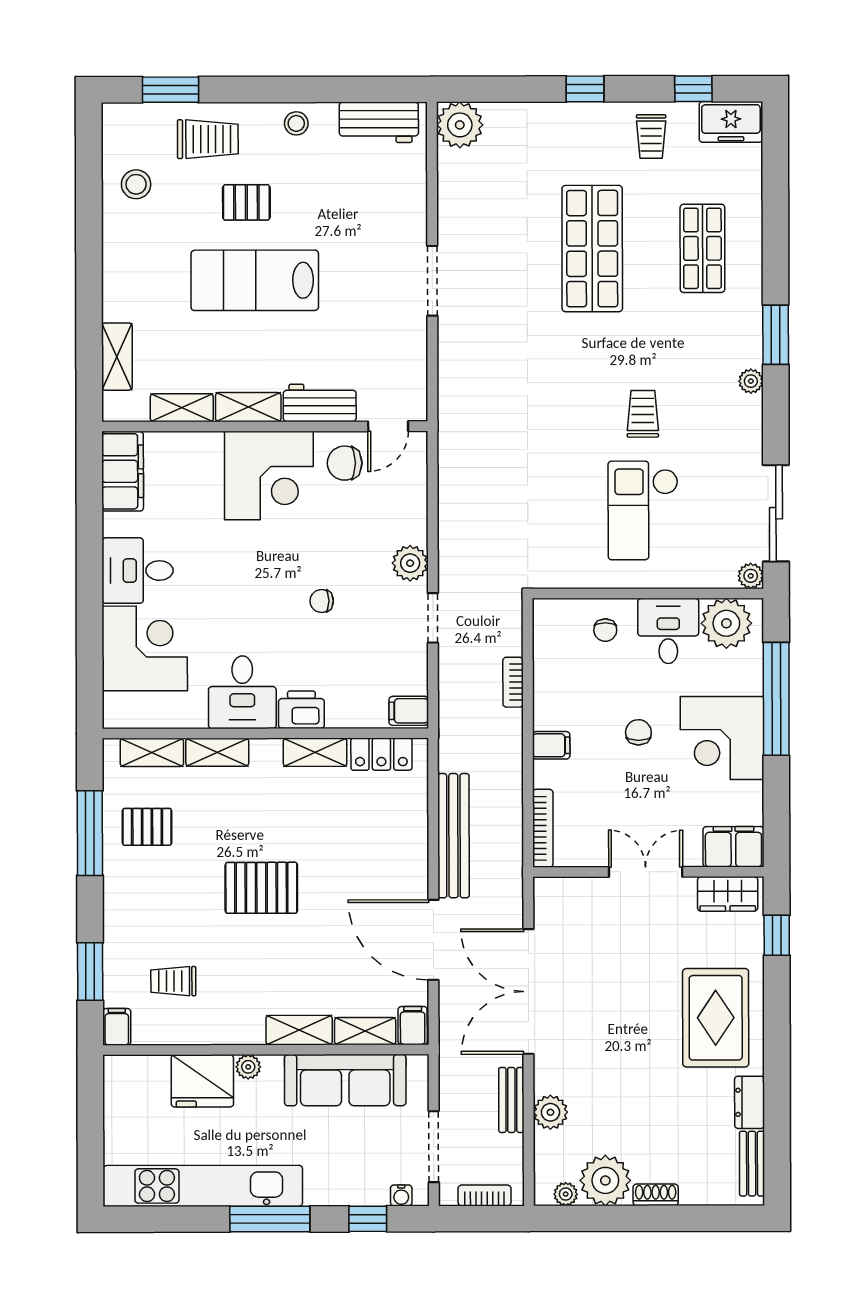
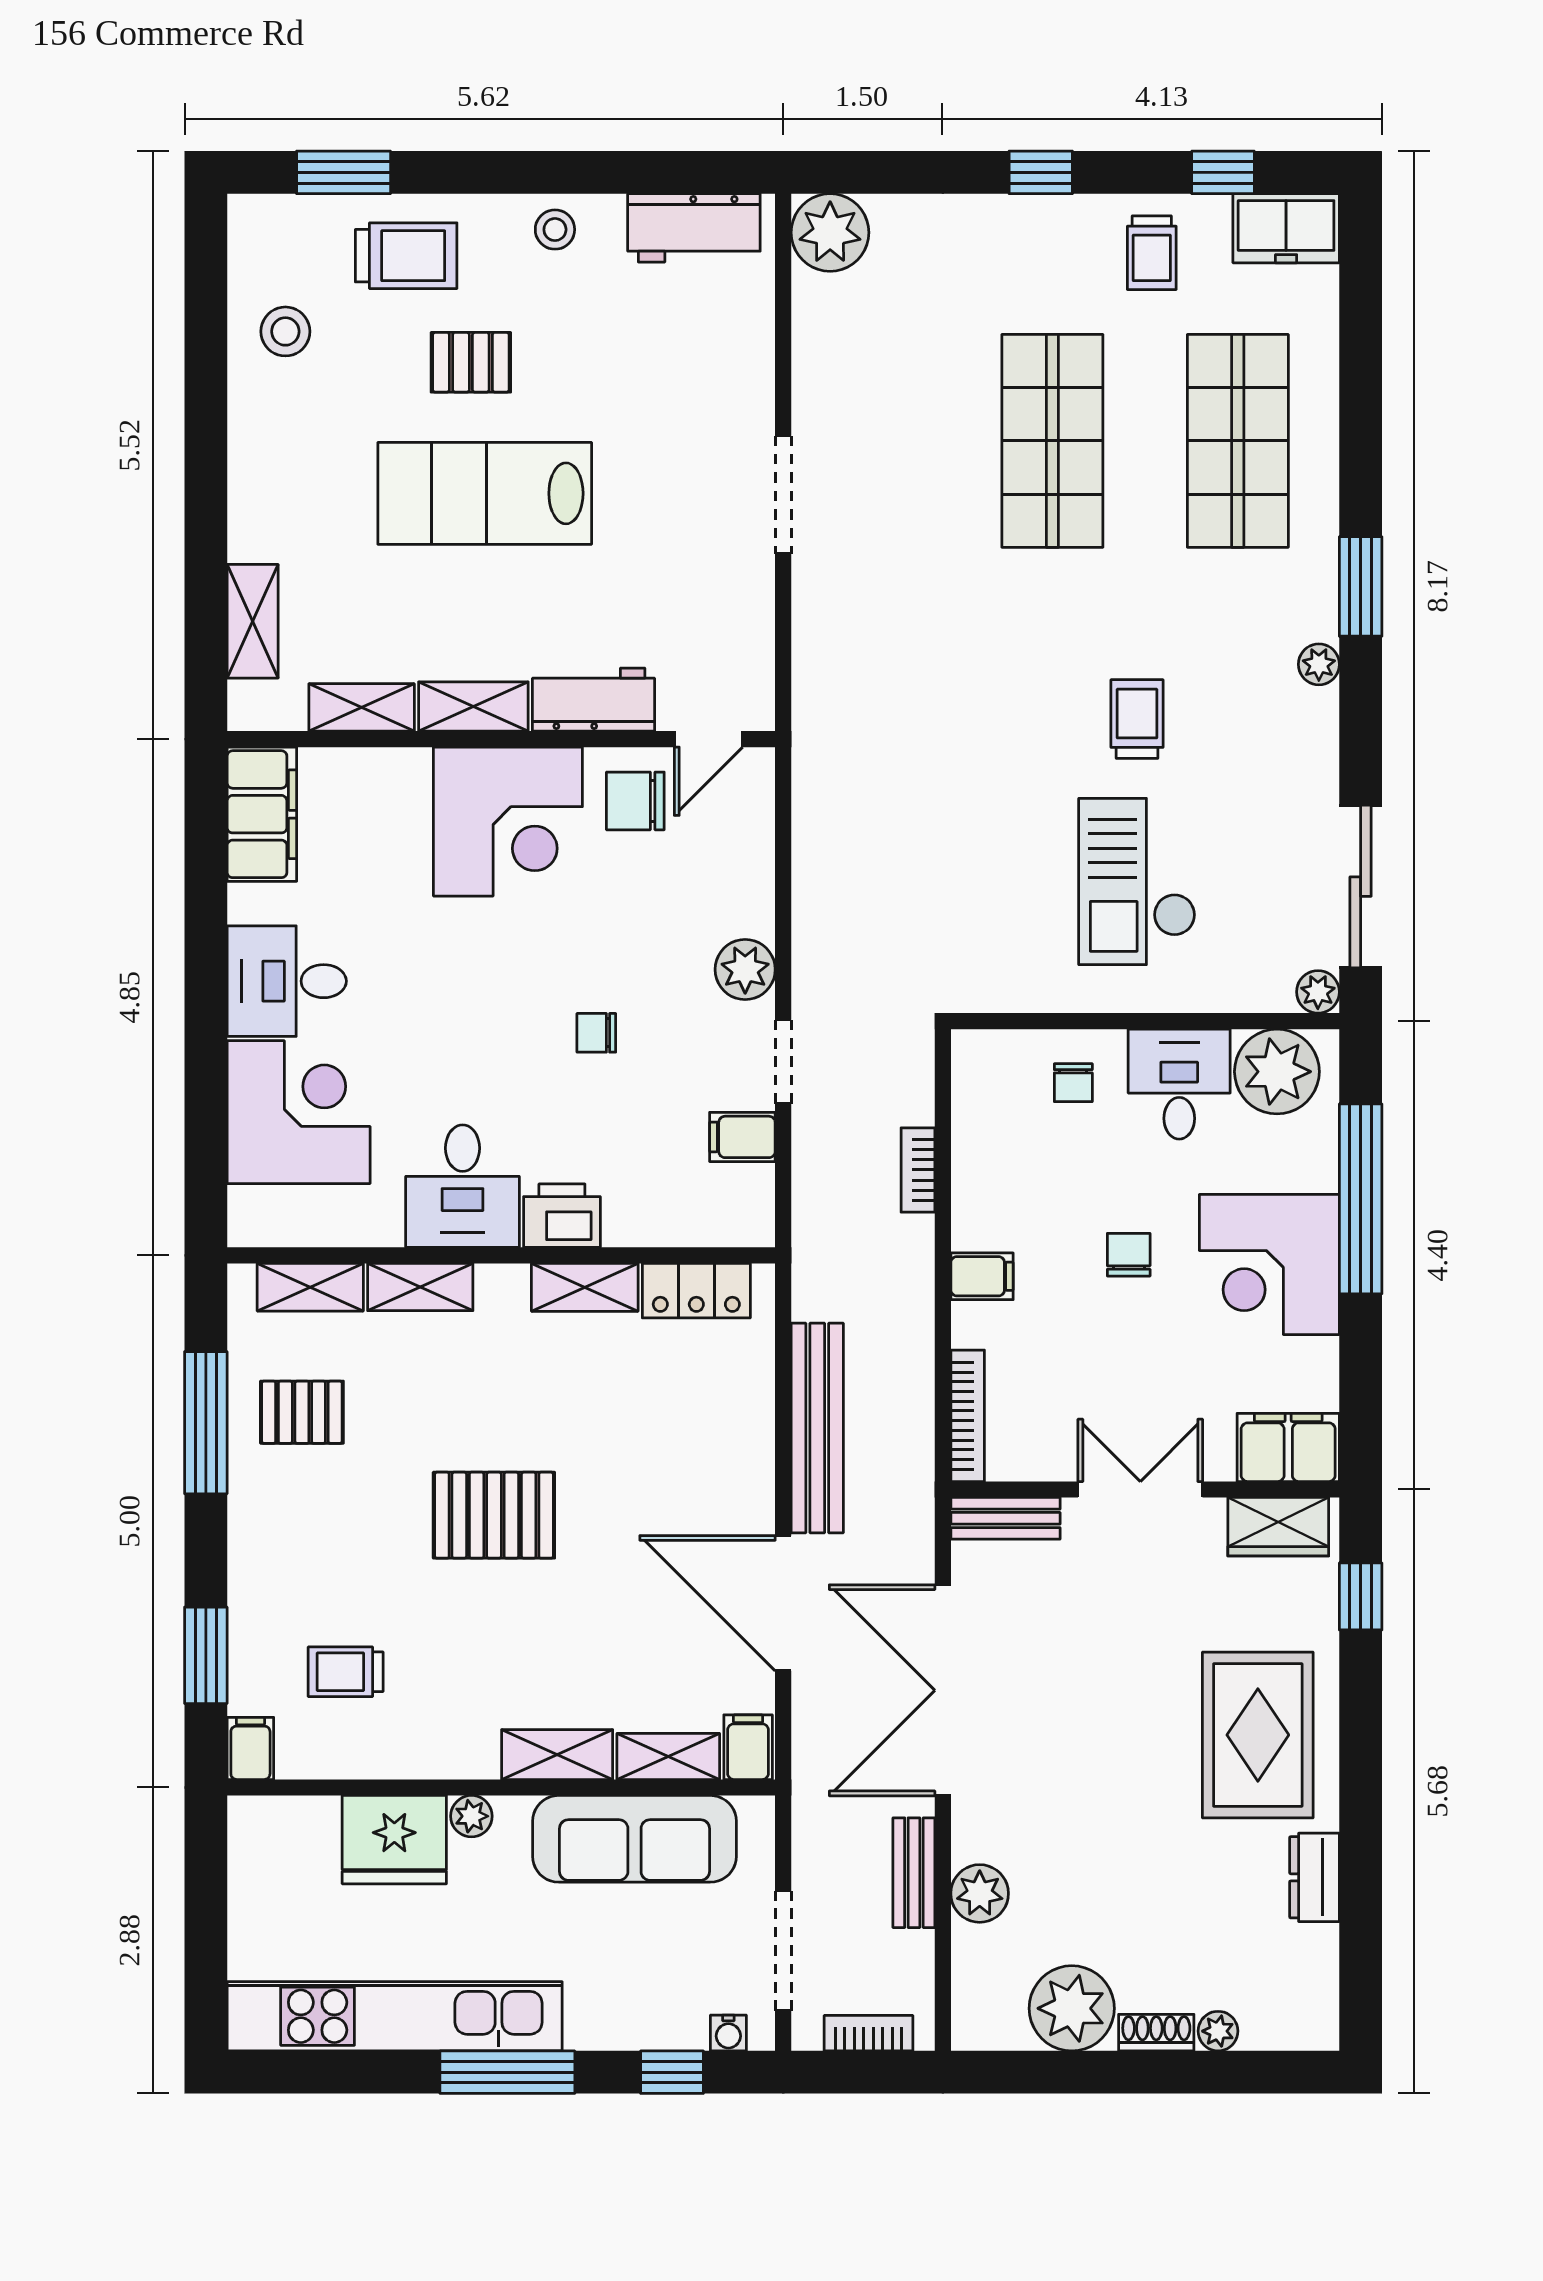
shop shelf: (702, 248) -> (1238, 441), width x1.43, depth x1.36
filing cabinet: (409, 711) -> (742, 1137), moved
bench: (752, 1164) -> (1005, 1518), moved, turned 90
plant: (566, 1194) -> (1218, 2031), moved

